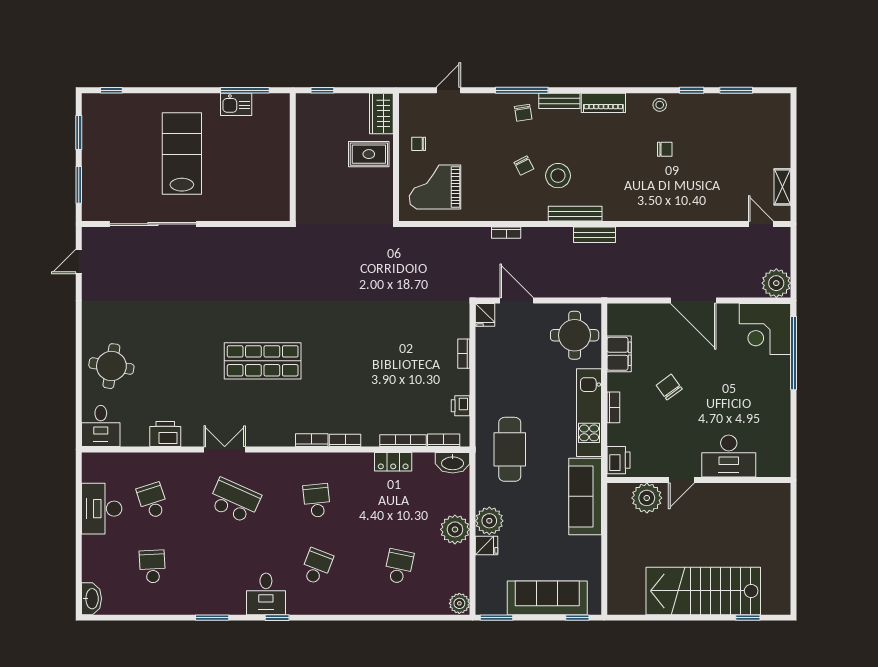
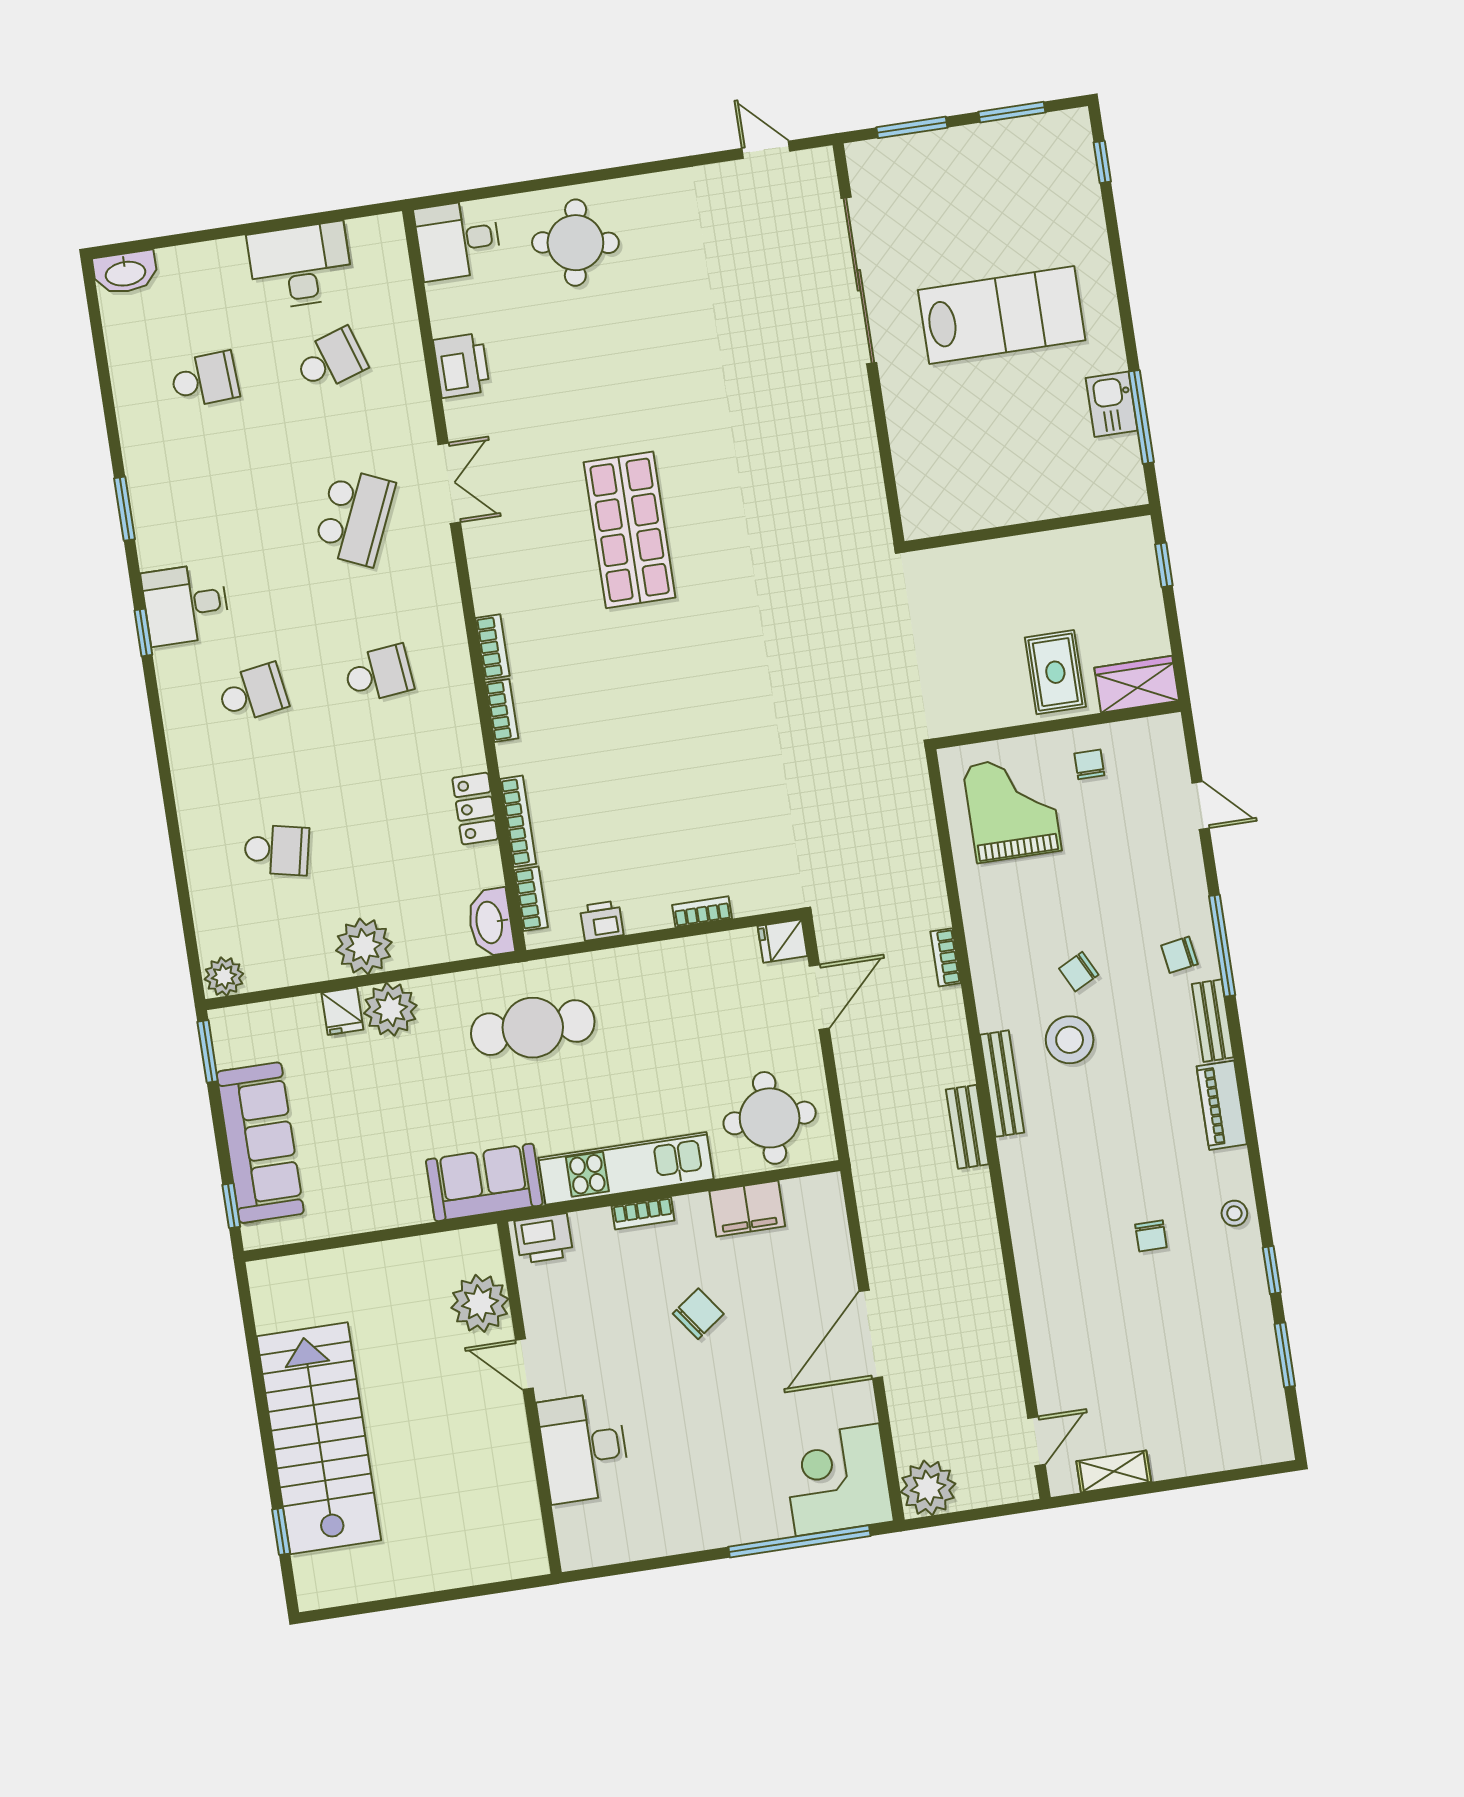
sofa: (585, 496) -> (484, 1182), width x0.73
school desk: (317, 566) -> (253, 693), turned -30

